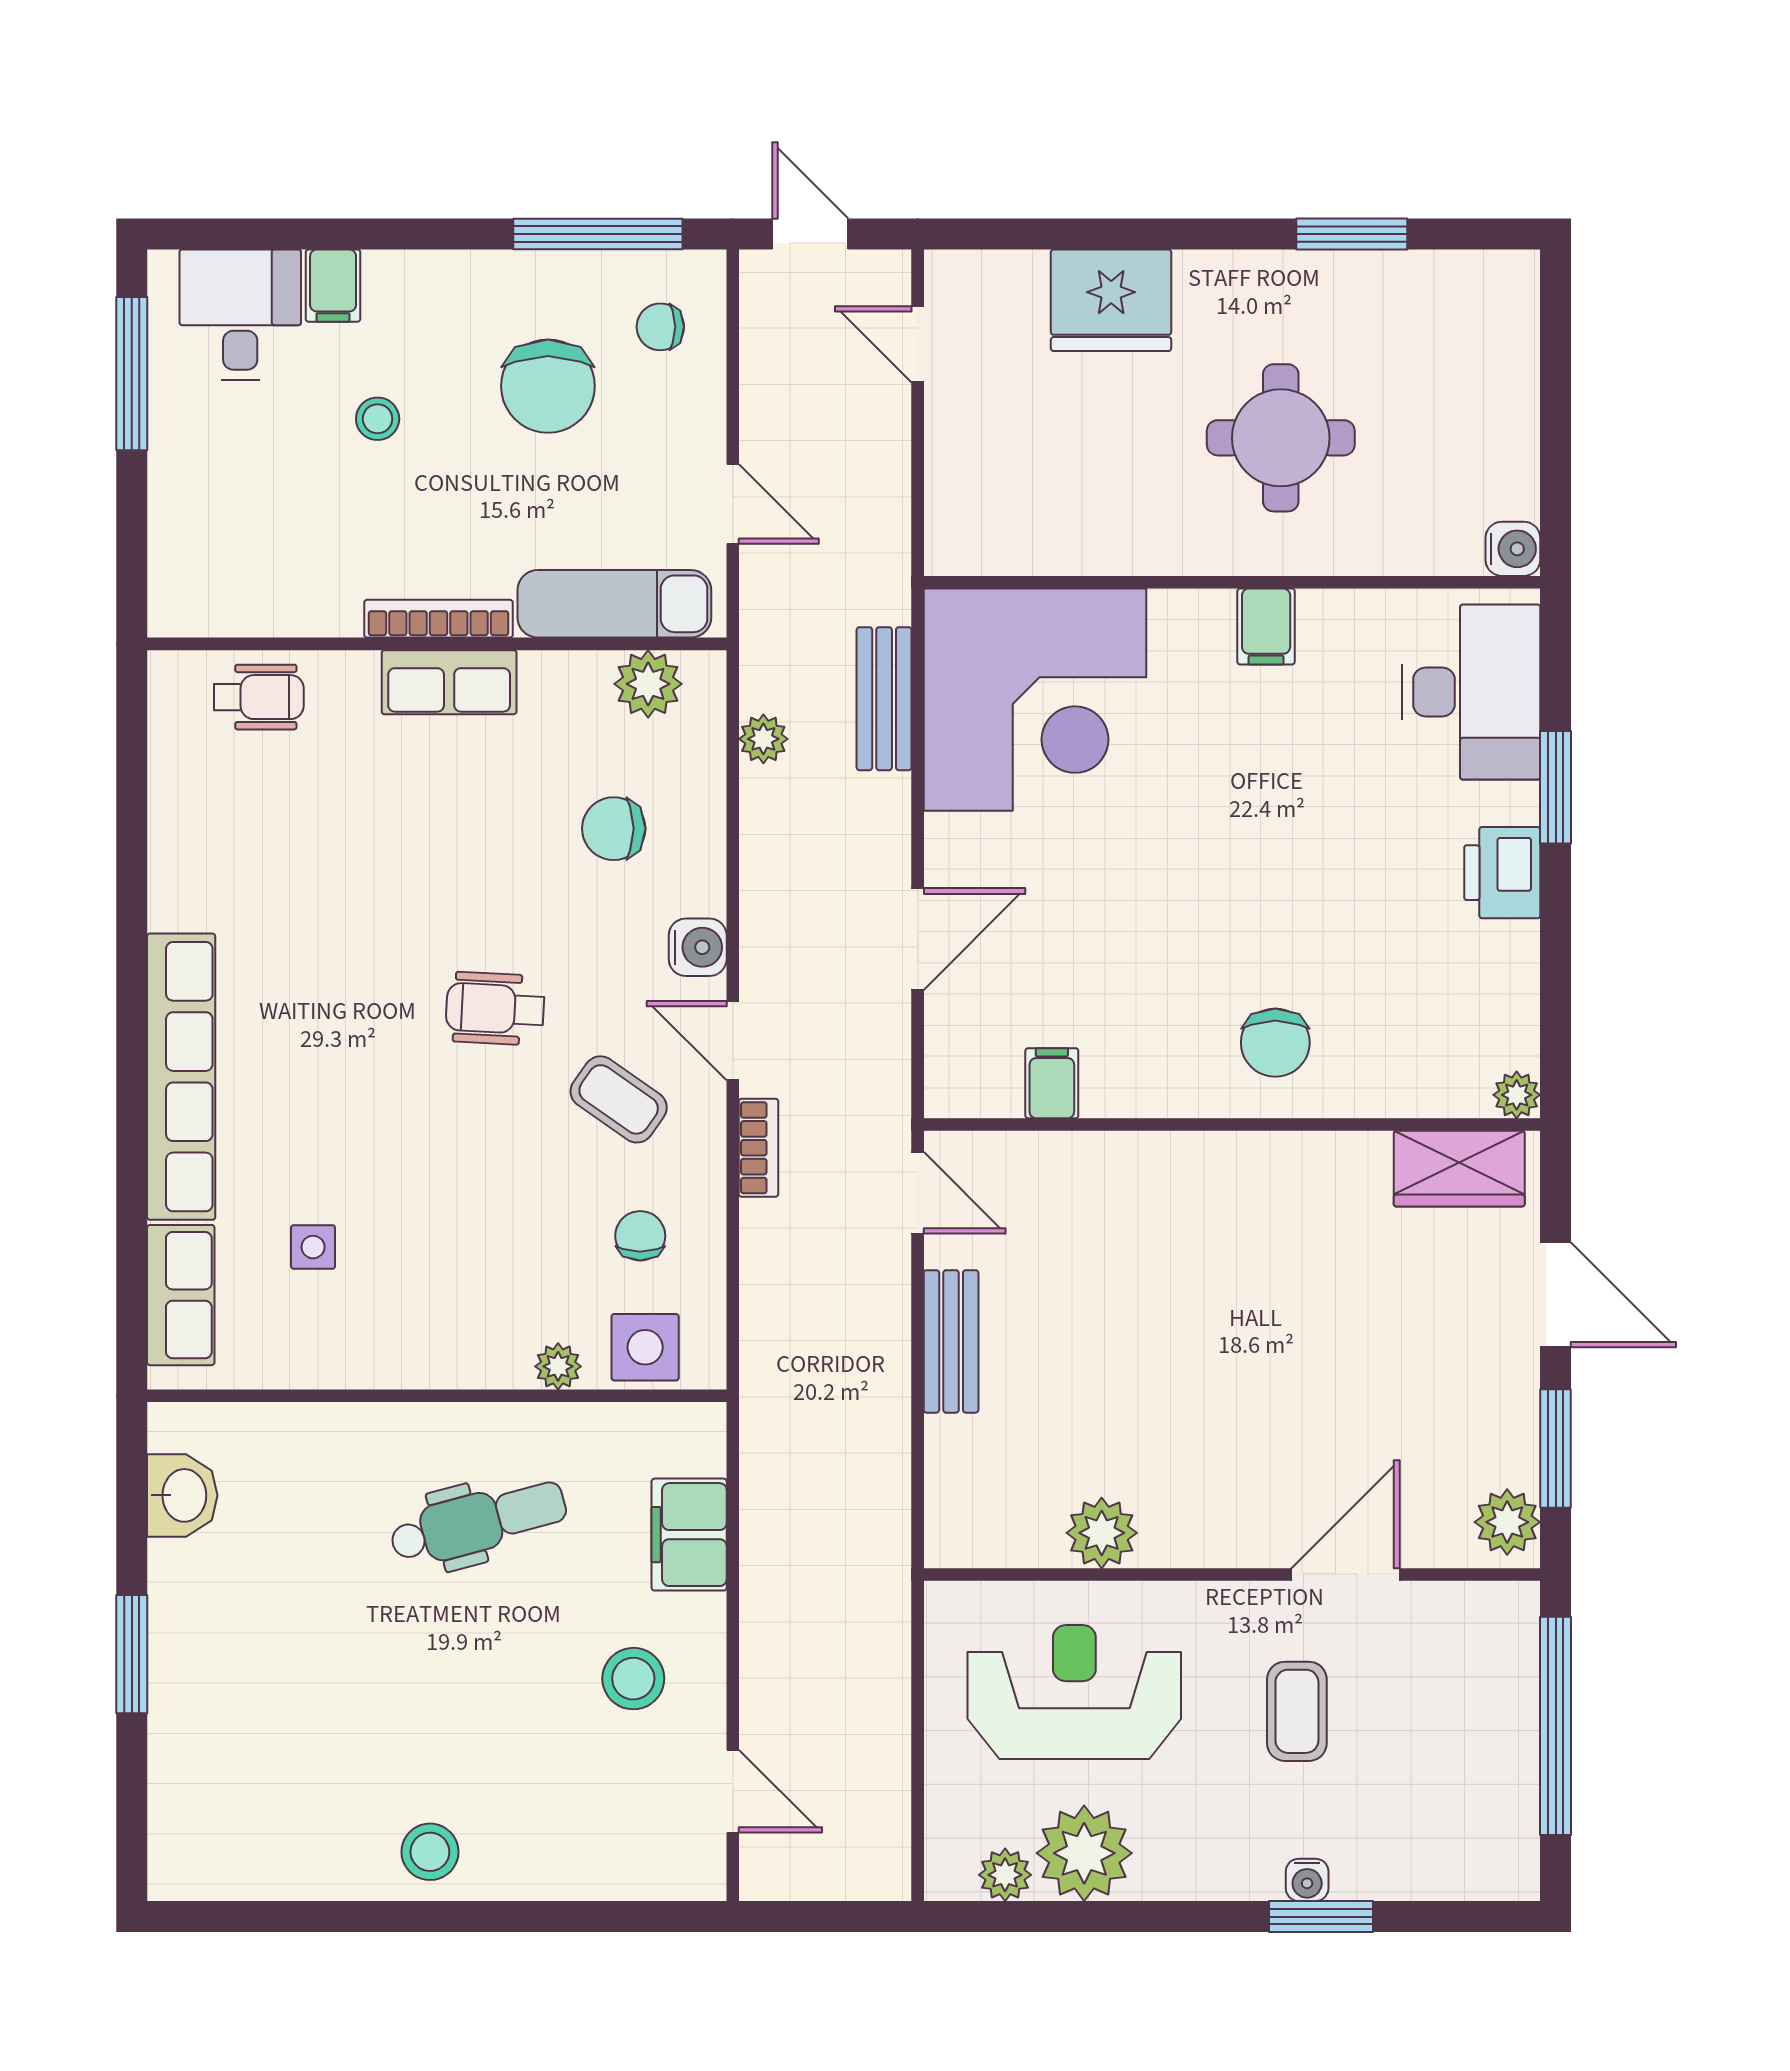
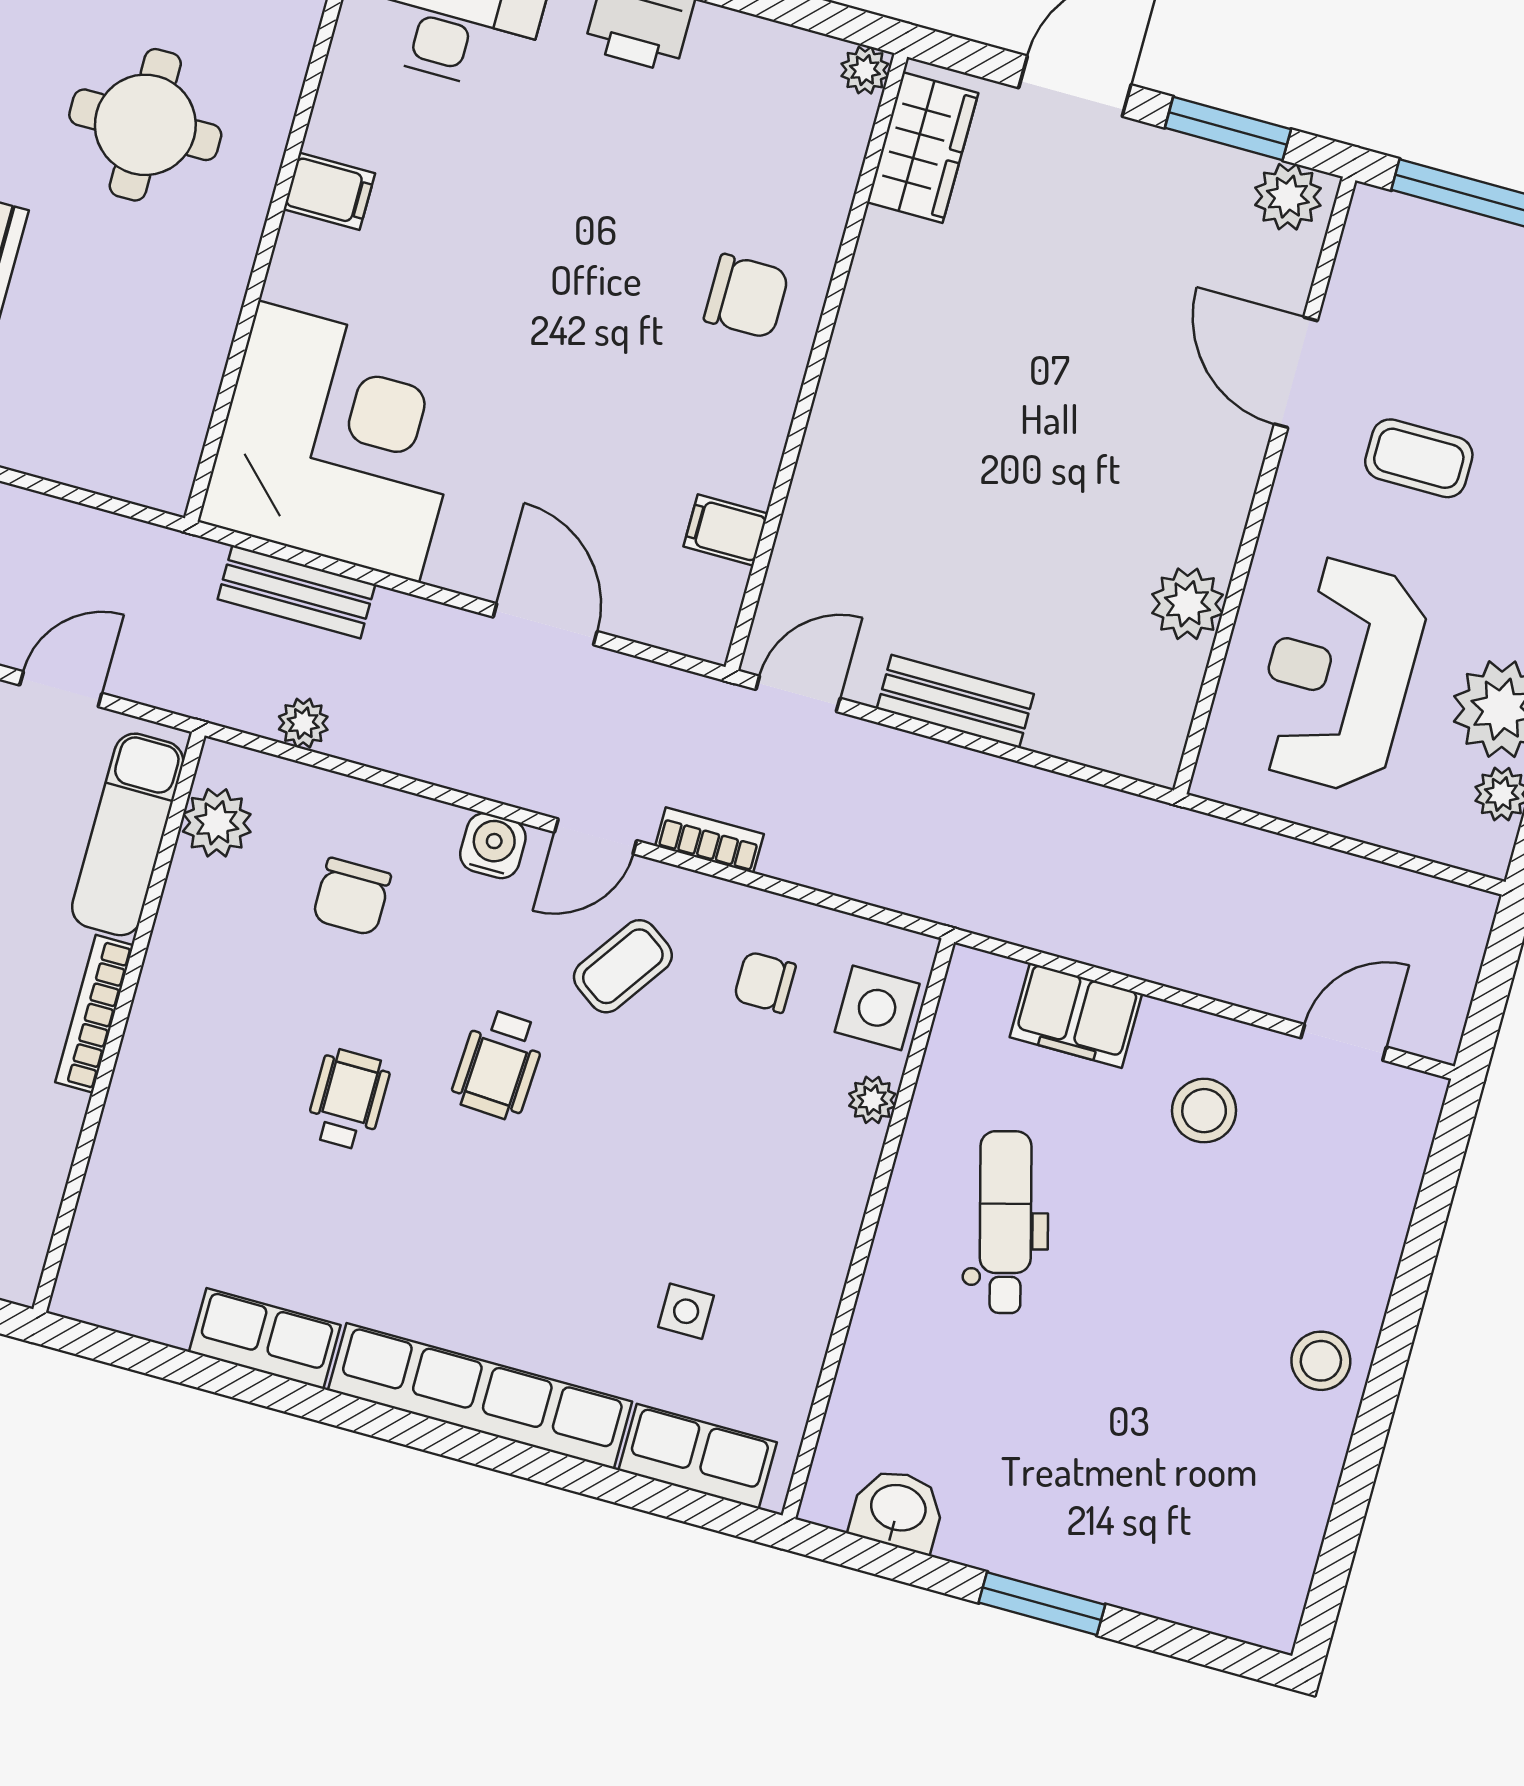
row of seats: (449, 682) -> (265, 1339), moved, turned -90
wheelchair: (259, 697) -> (348, 1099), moved

